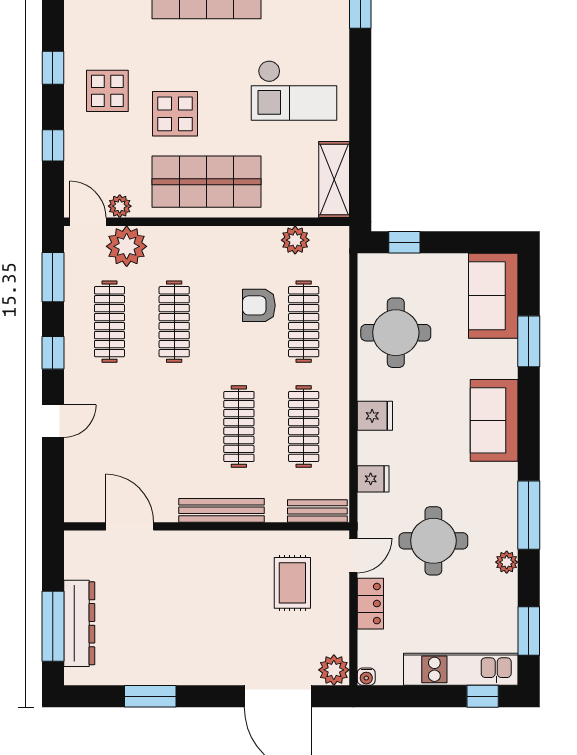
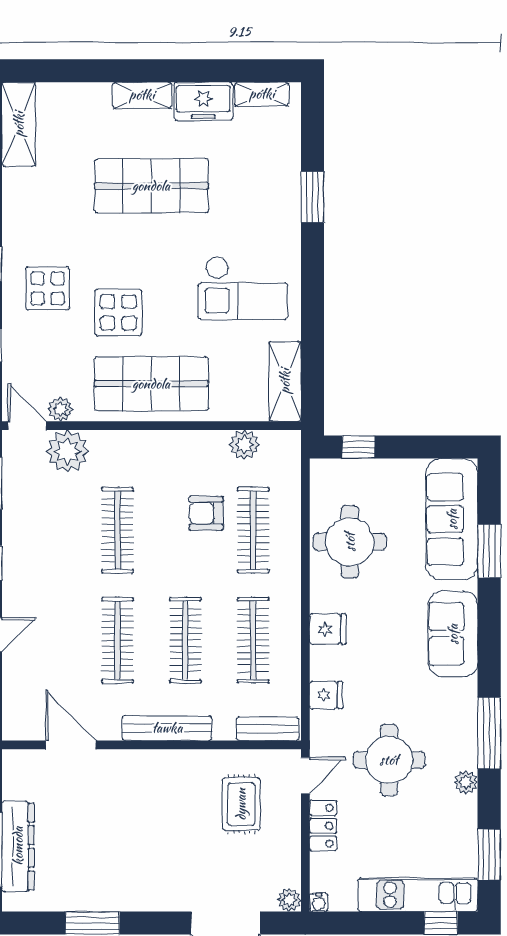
sofa: (493, 296) -> (452, 519), width x1.36
clothes rail: (109, 322) -> (117, 640), moved
plant: (334, 670) -> (289, 900), width x0.73, depth x0.73

